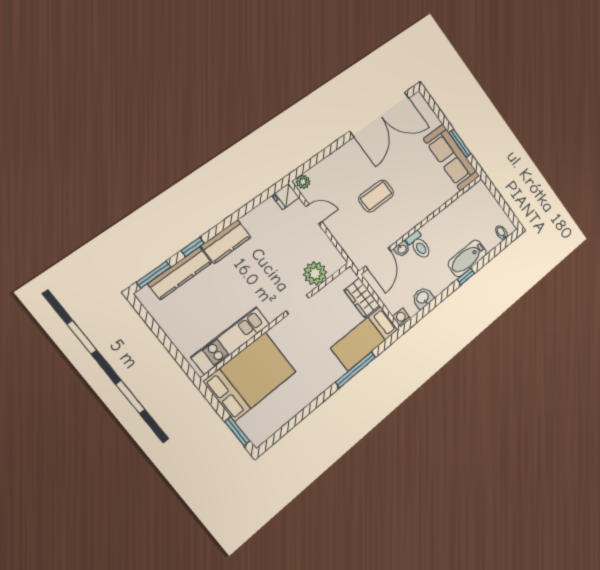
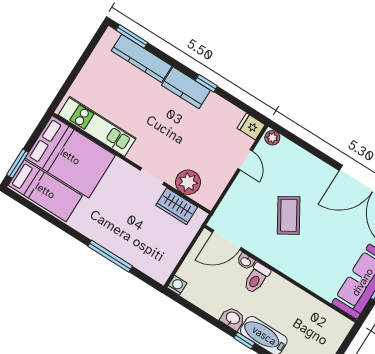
coffee table: (376, 196) -> (289, 215), turned 59
window: (193, 247) -> (206, 83), moved
wardrobe: (362, 298) -> (177, 206), moved, turned -90
washbasin: (423, 298) -> (233, 318), moved
bed: (365, 339) -> (45, 191), moved, turned 180

